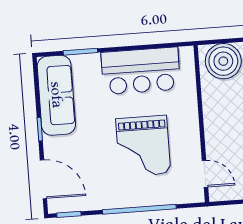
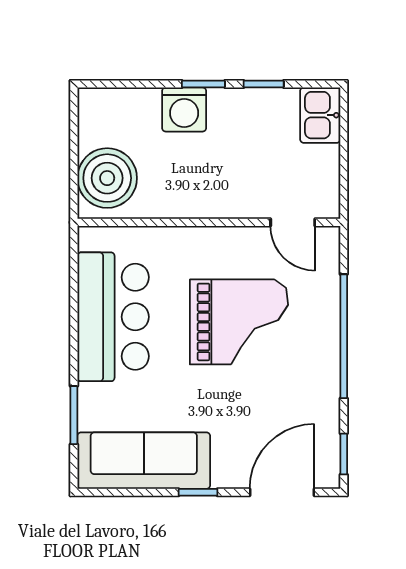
door: (205, 174) -> (293, 222), swing flipped

